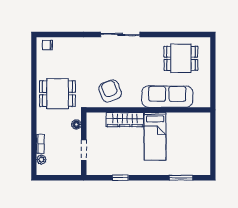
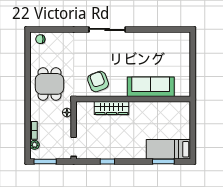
dining table: (181, 58) -> (163, 51), removed
dining table: (58, 94) -> (49, 84), turned 90
bed: (155, 136) -> (168, 149), moved, turned 90
doorway: (84, 150) -> (74, 147), moved
window: (53, 178) -> (45, 162), added

